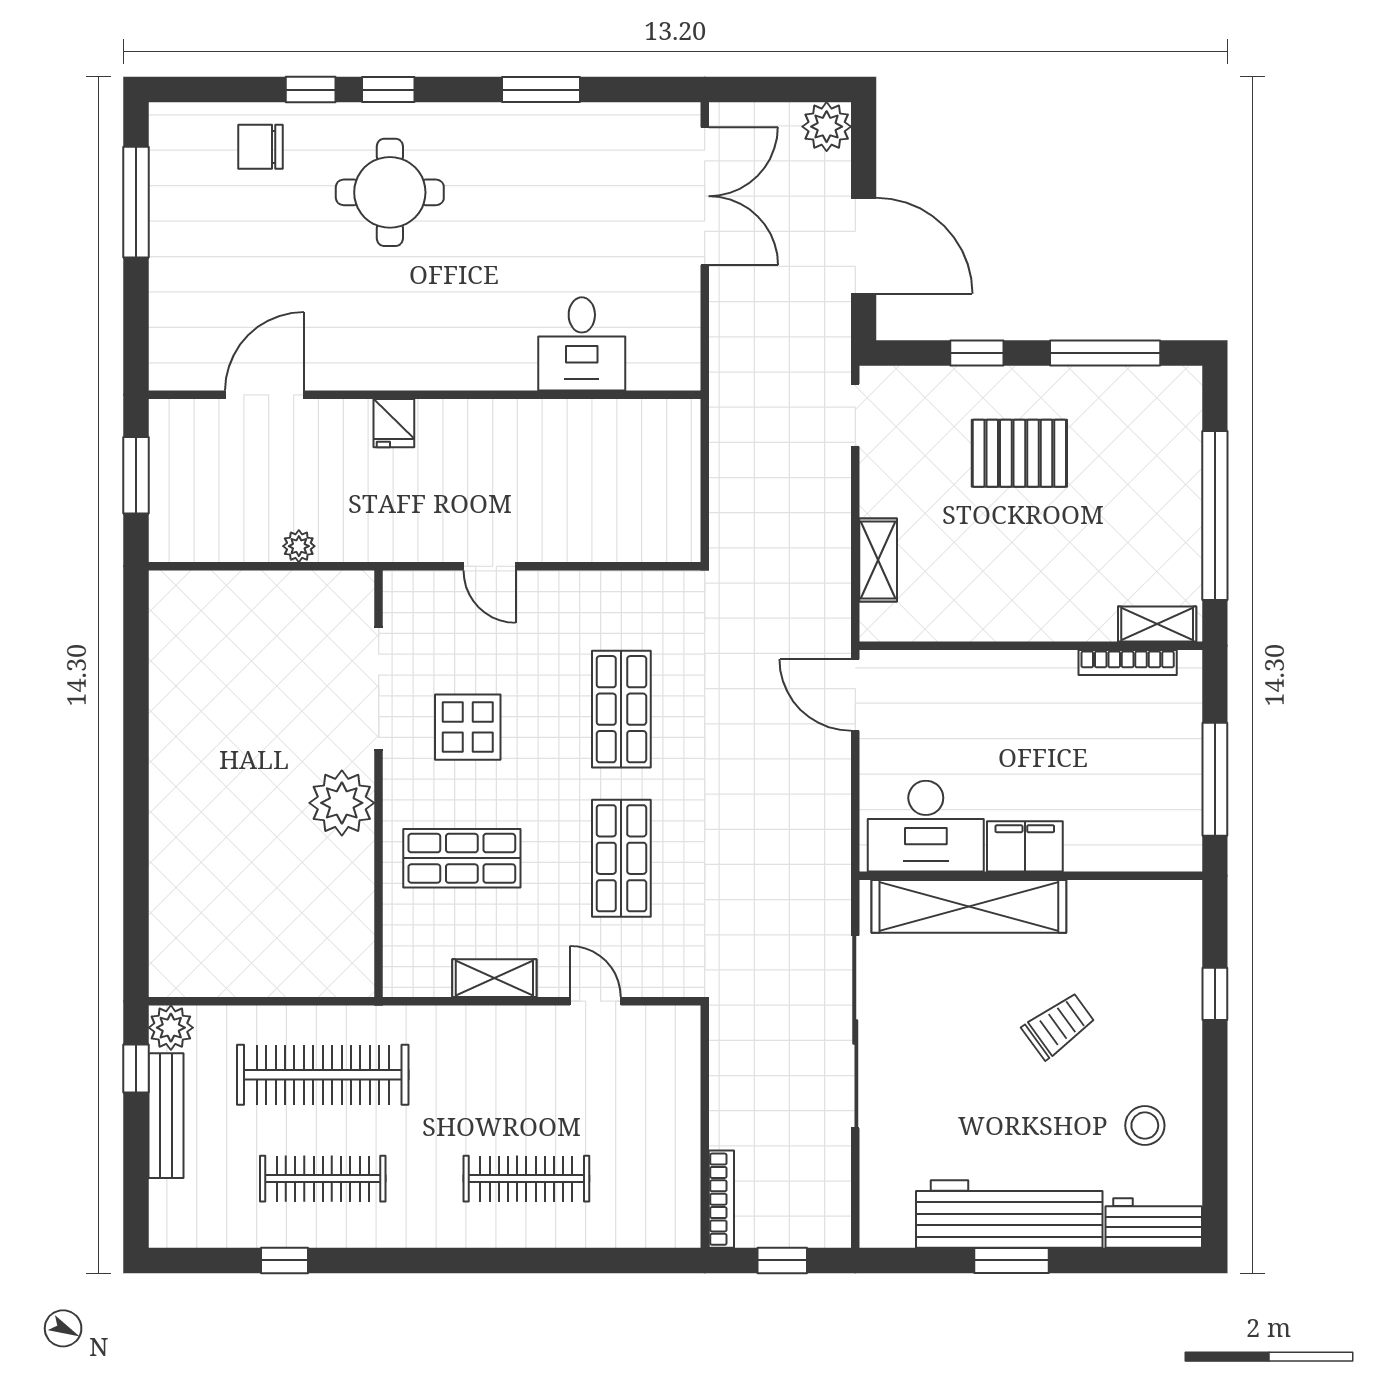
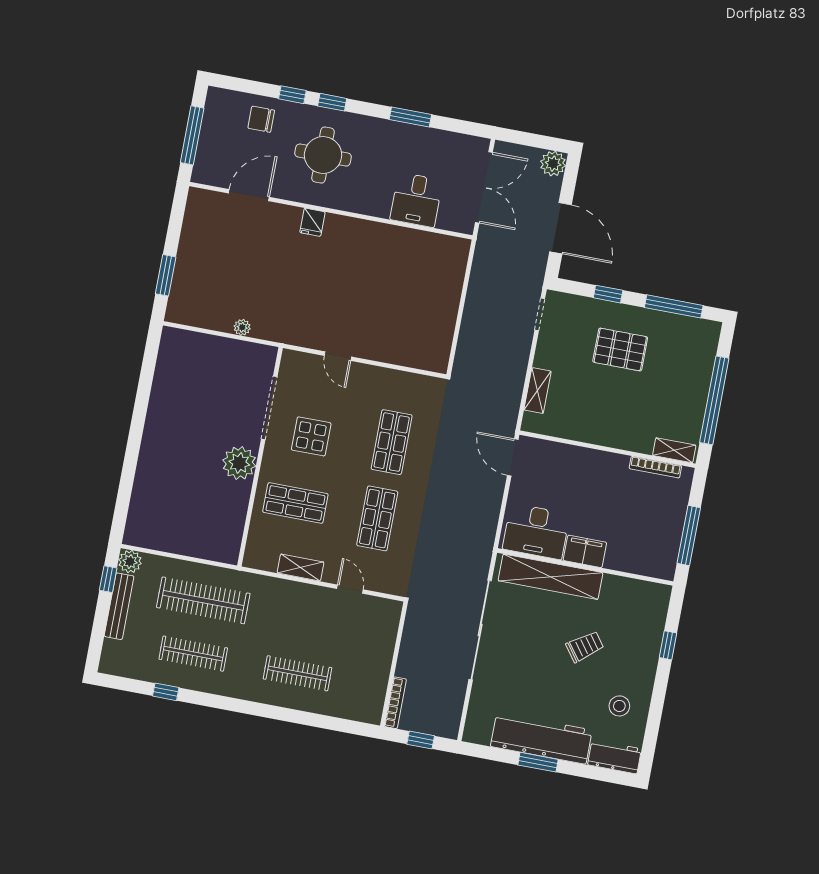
desk: (582, 344) -> (416, 200), moved
door: (265, 395) -> (249, 195), moved
wall: (425, 395) -> (331, 211), moved
fridge: (394, 423) -> (312, 222), moved

